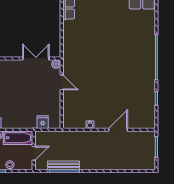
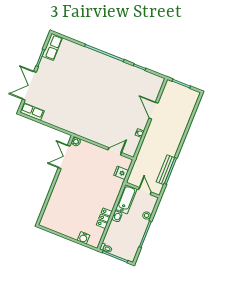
door: (62, 82) -> (115, 151), moved

